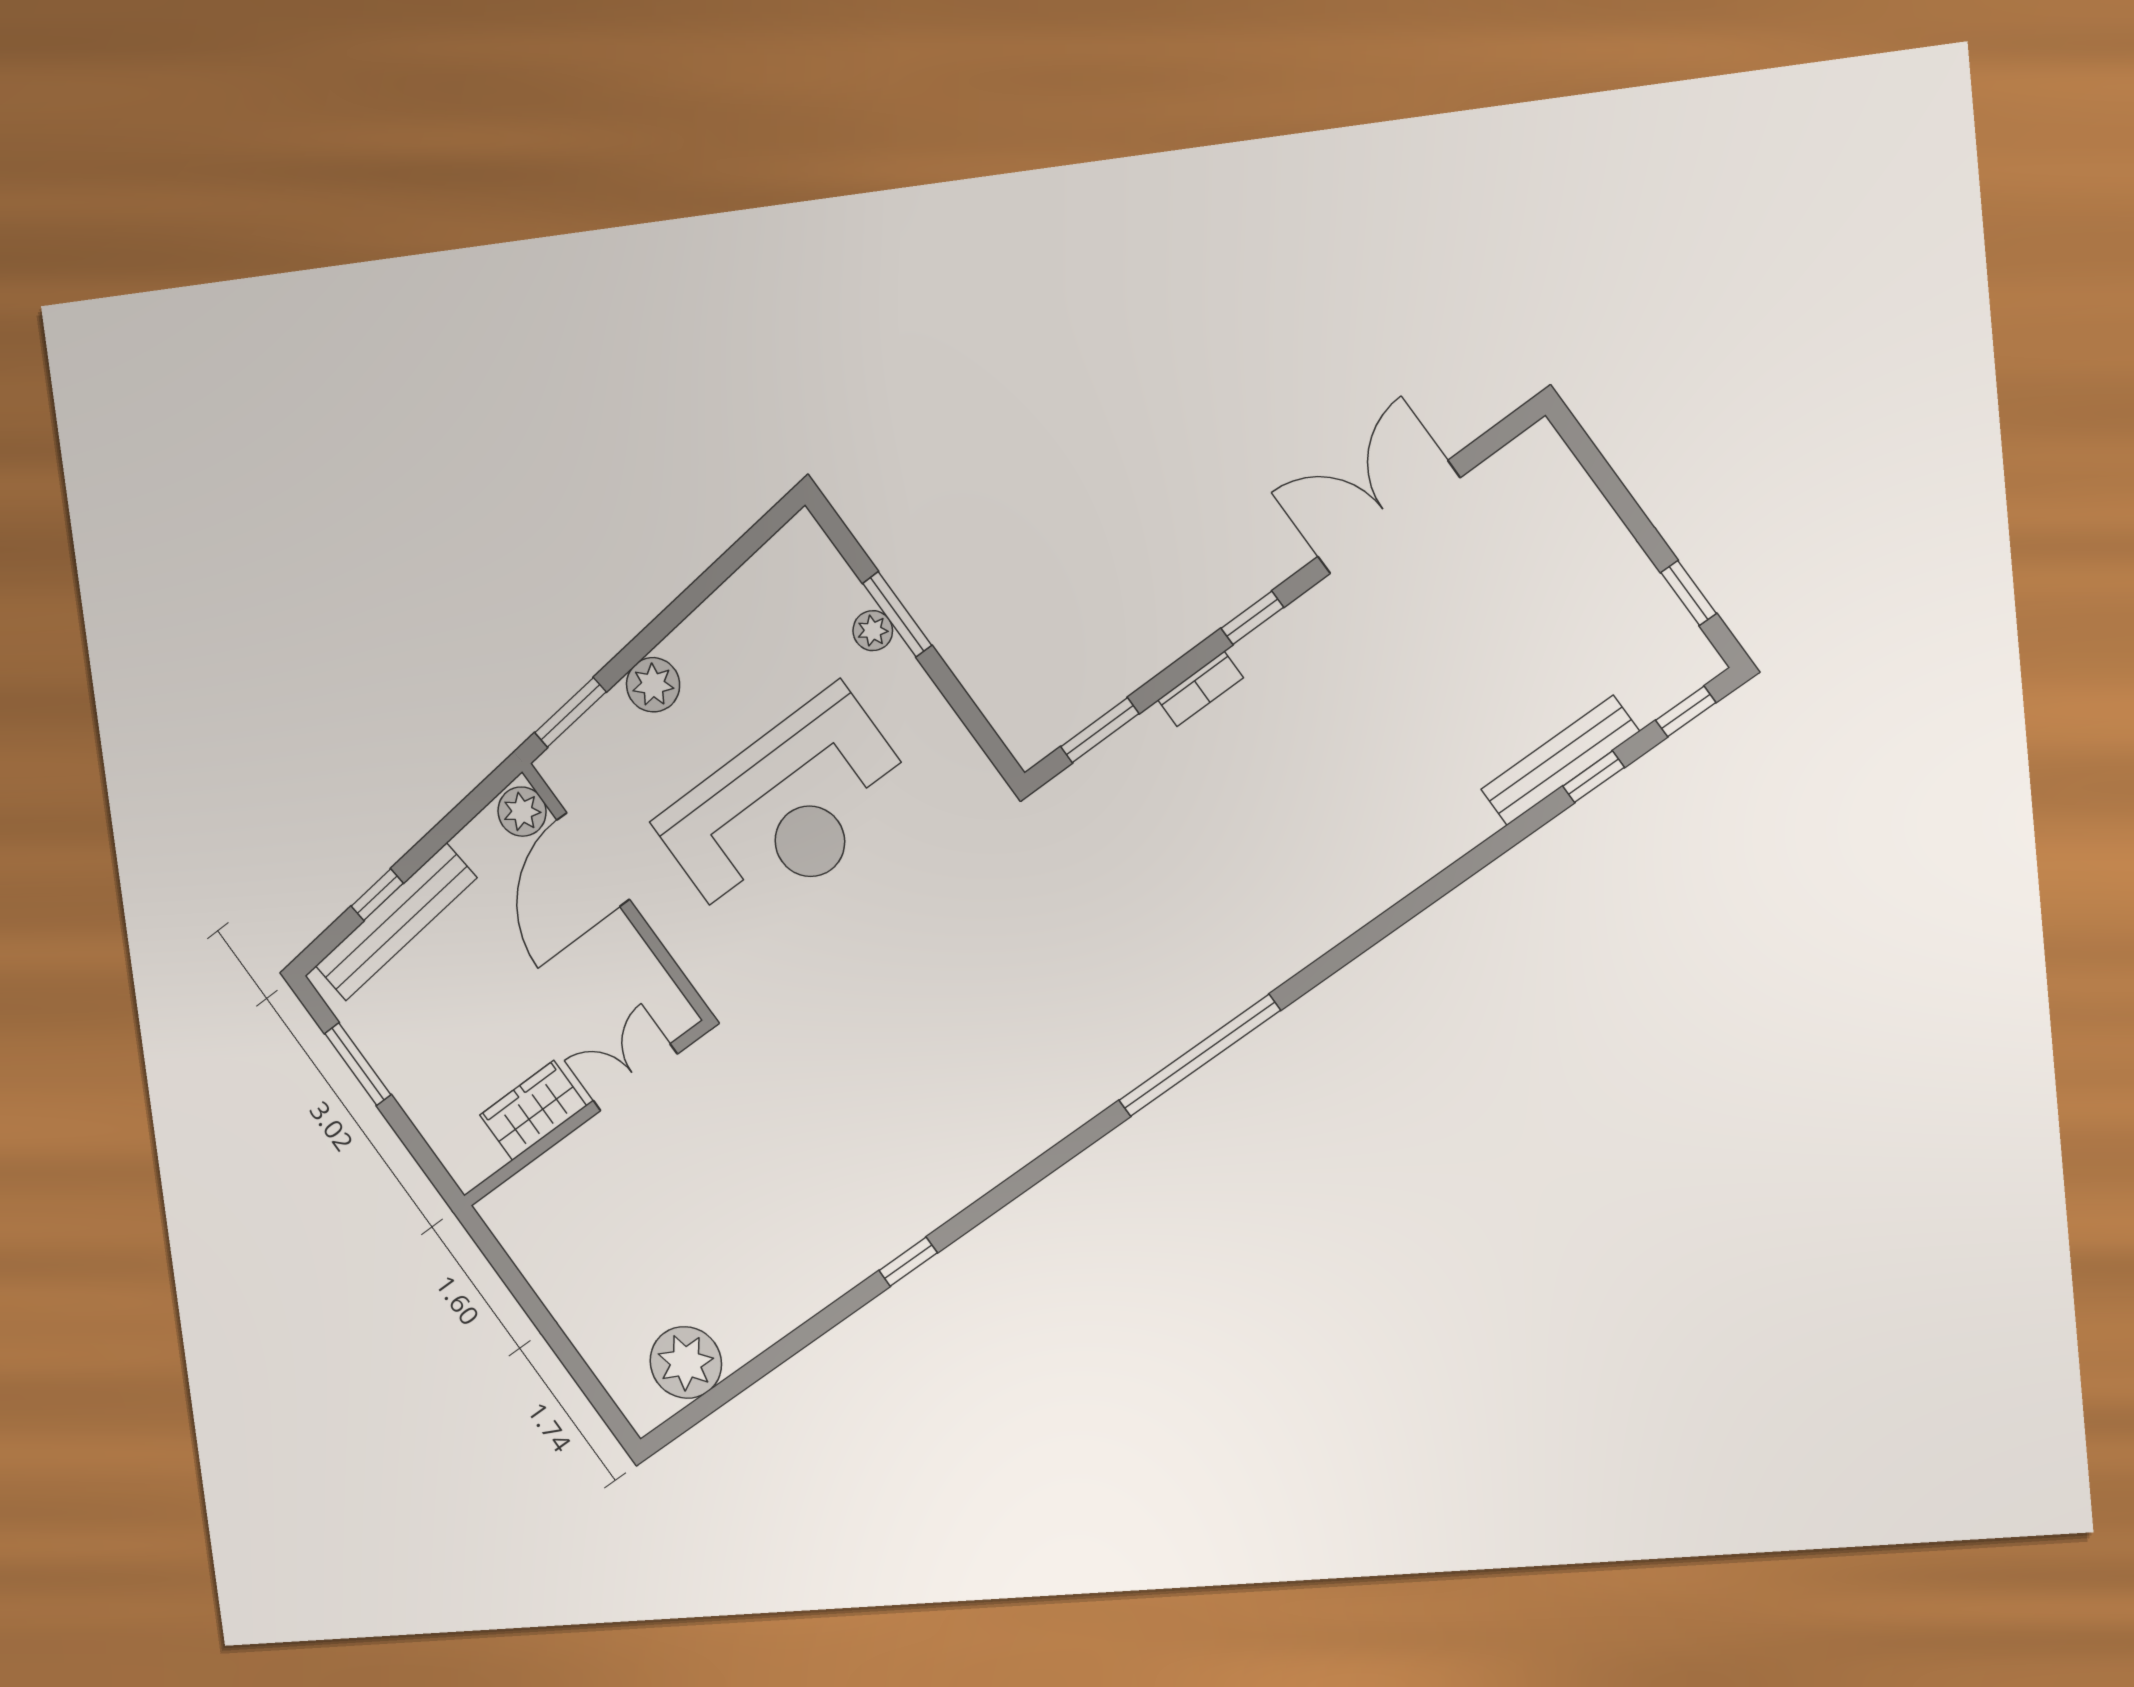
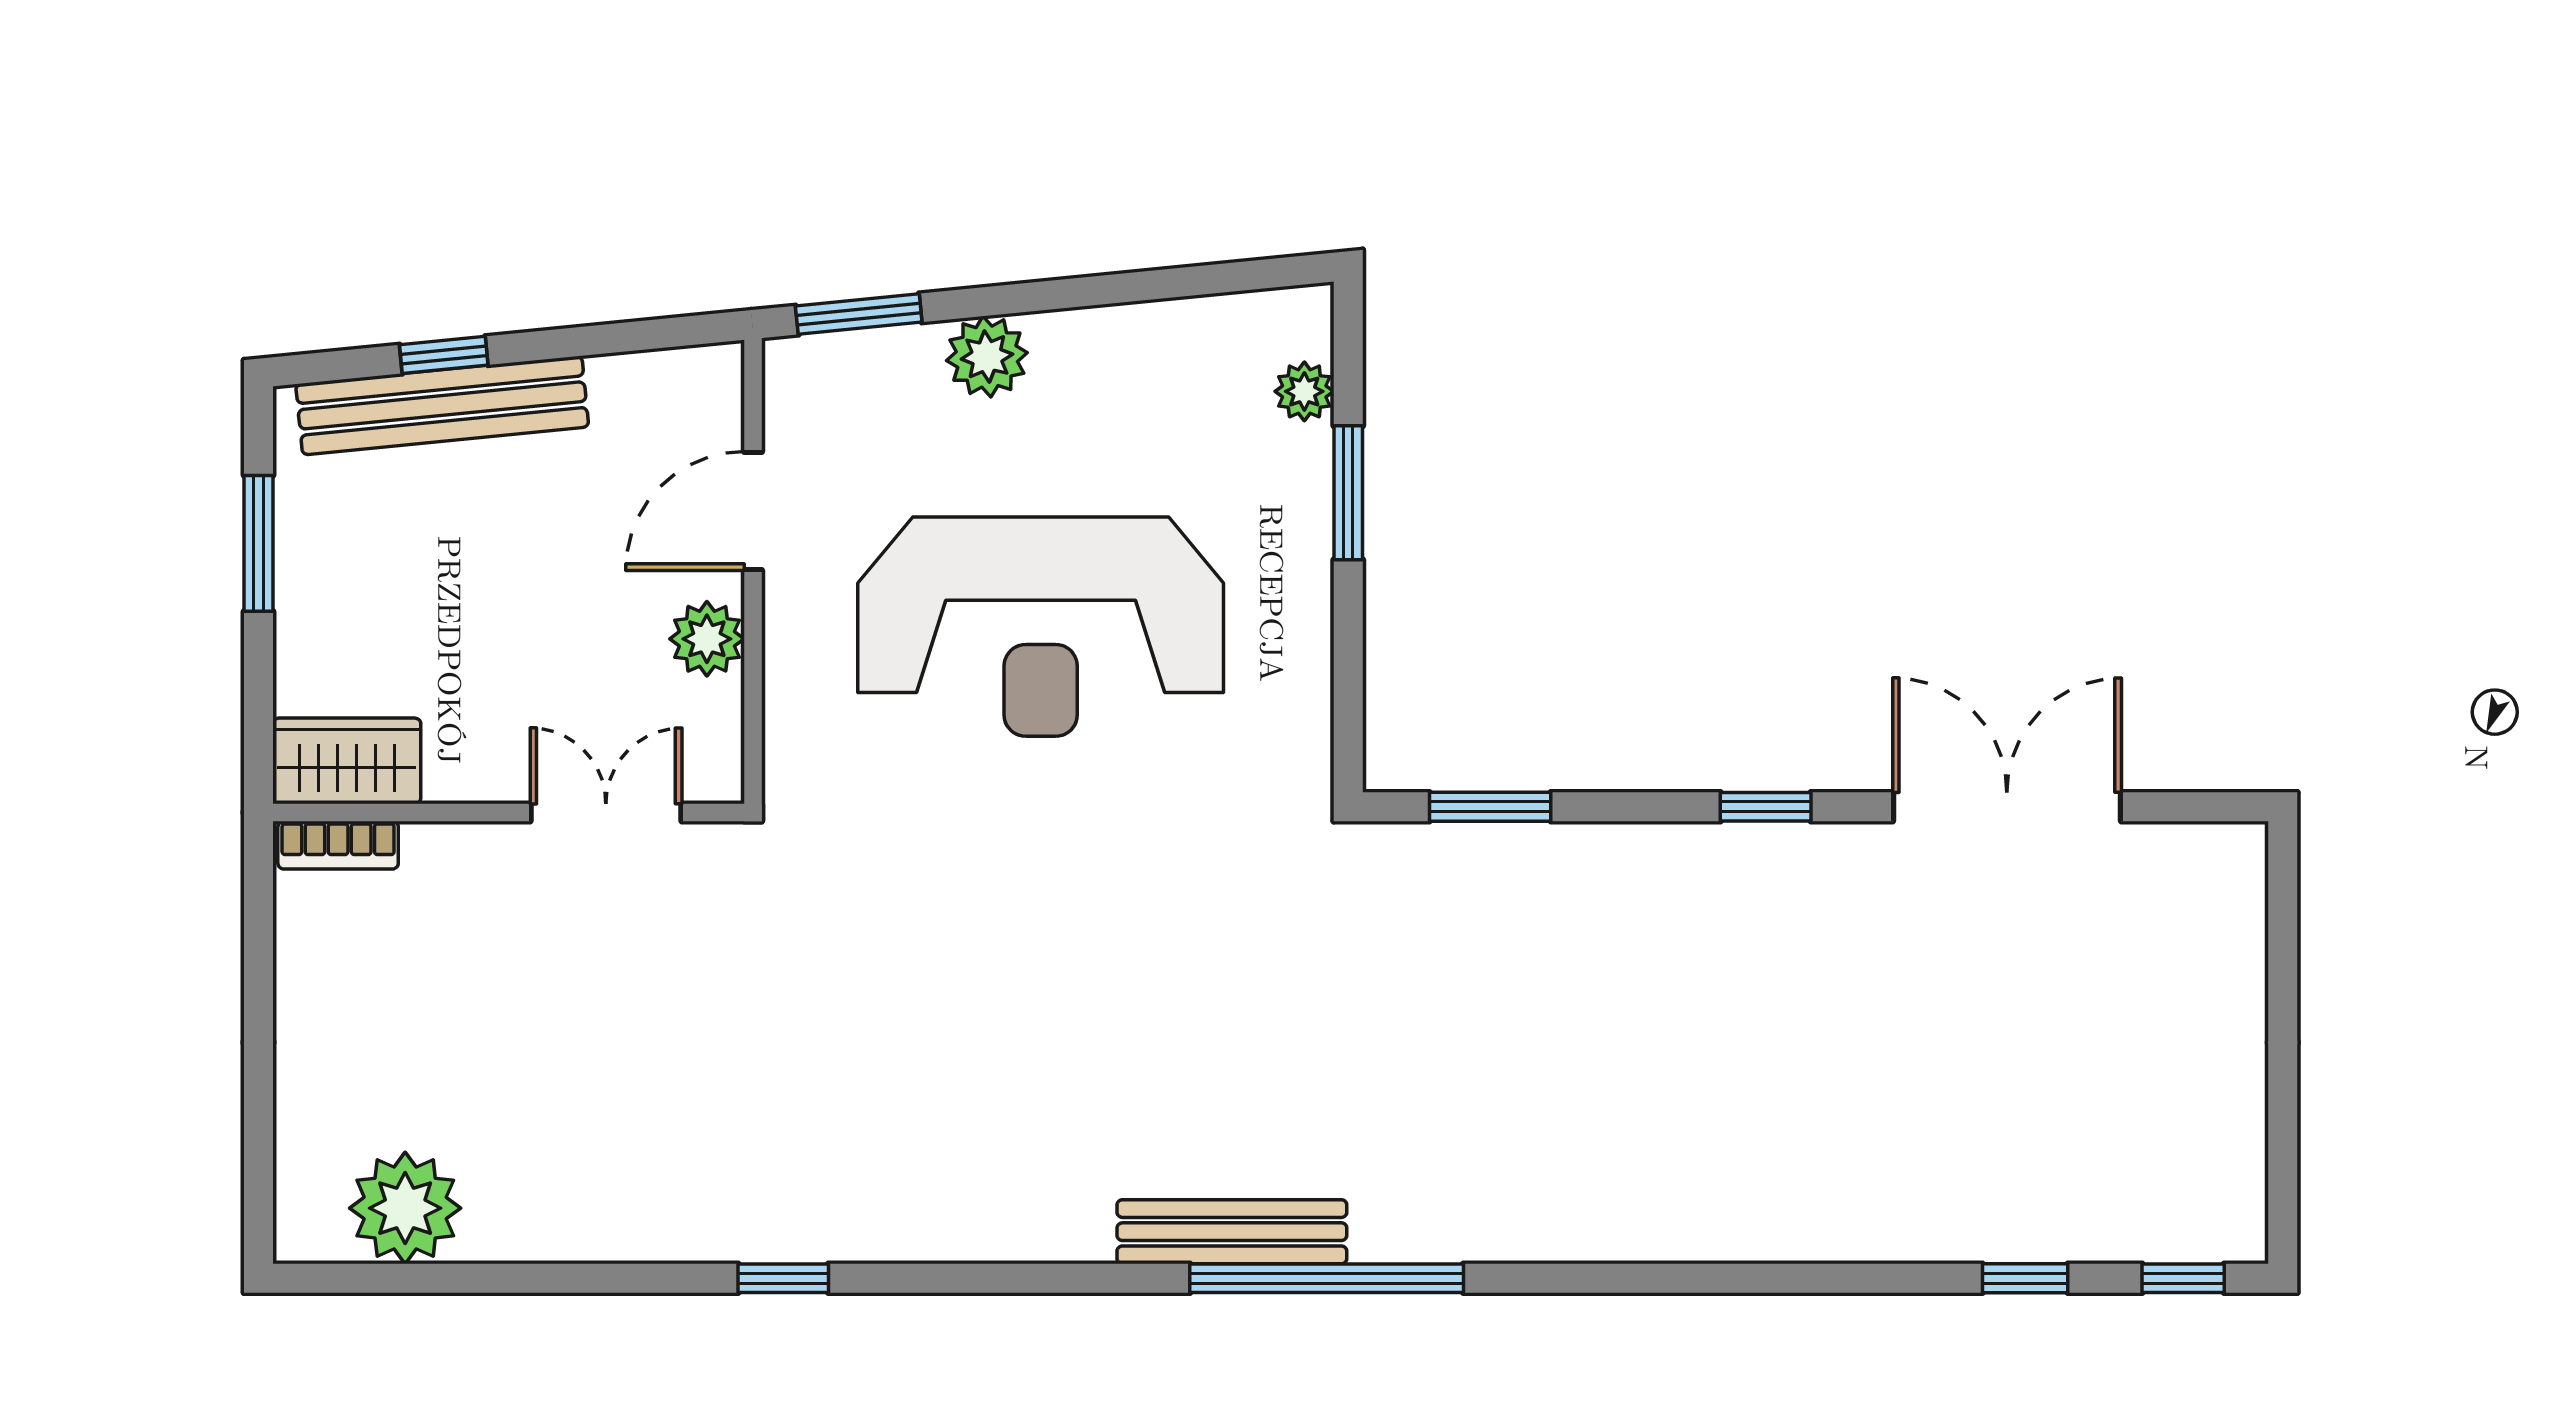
window: (1689, 593) -> (2283, 1144), removed
plant: (873, 631) -> (1304, 391), moved
bookcase: (1201, 689) -> (338, 845), moved
bench: (1560, 760) -> (1232, 1232), moved
plant: (522, 812) -> (707, 639), moved
door: (593, 860) -> (753, 511), width x0.73
wardrobe: (533, 1111) -> (347, 761), moved

